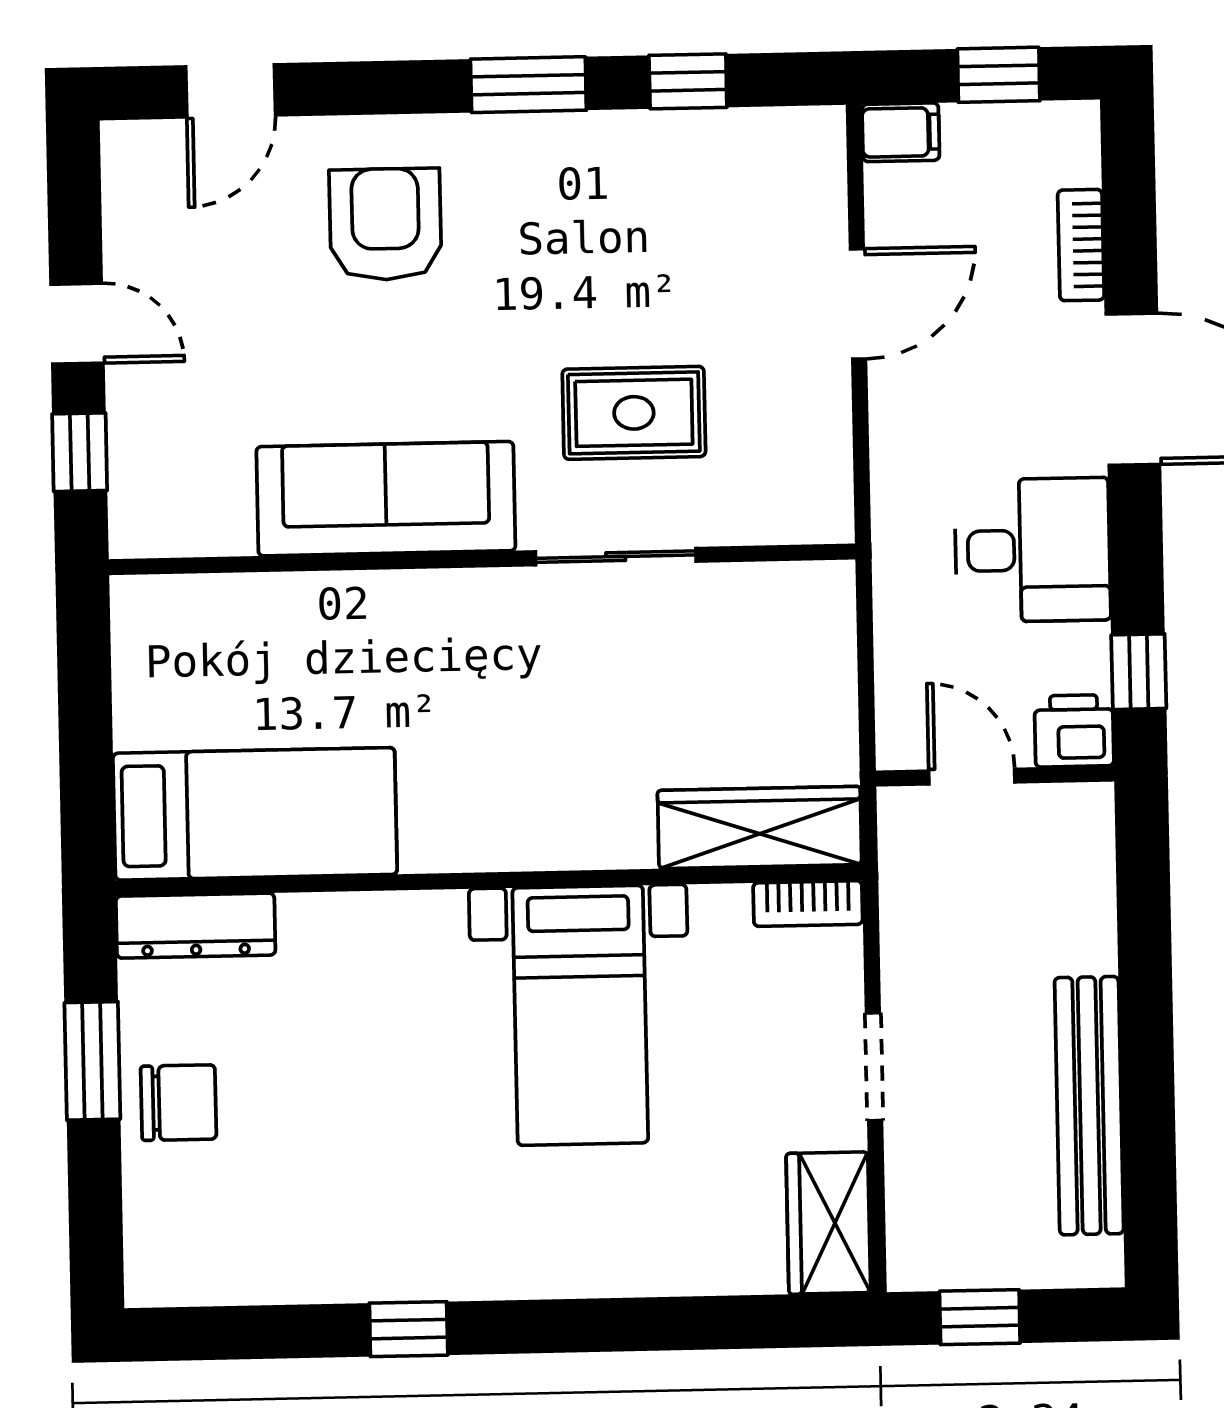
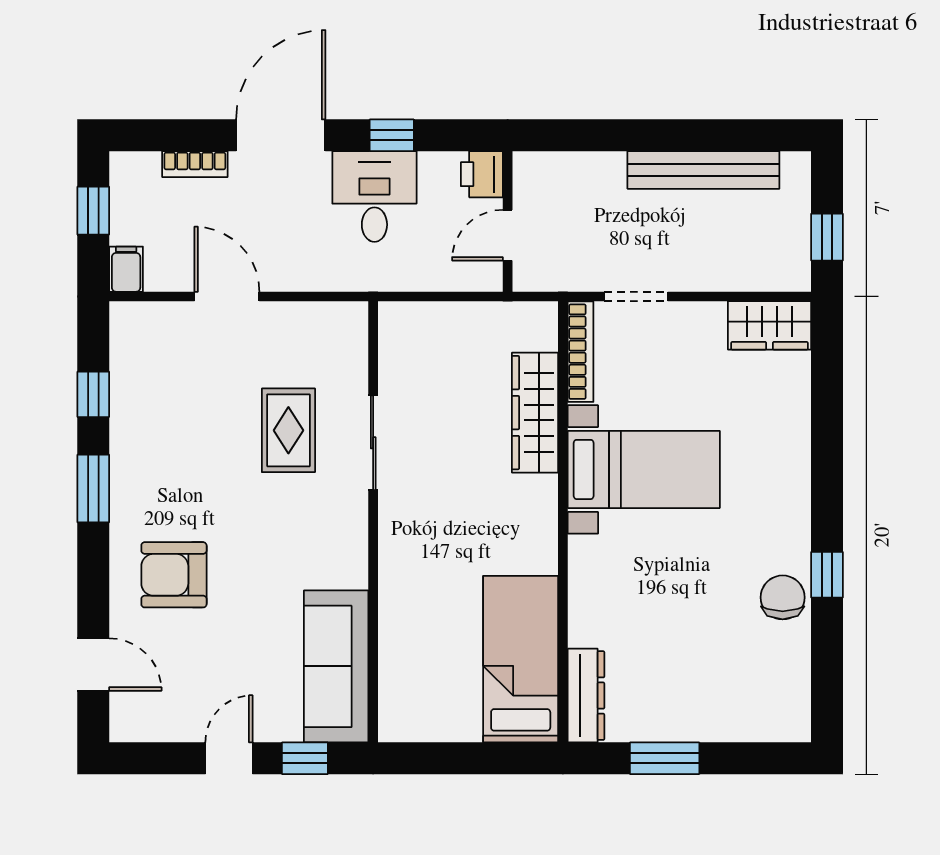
sofa: (386, 499) -> (336, 666), moved
window: (1139, 672) -> (392, 135), moved
wardrobe: (760, 827) -> (535, 413), moved
bookcase: (808, 904) -> (581, 352), width x1.56
doorway: (874, 1067) -> (636, 296), moved
chair: (178, 1103) -> (783, 597), moved

